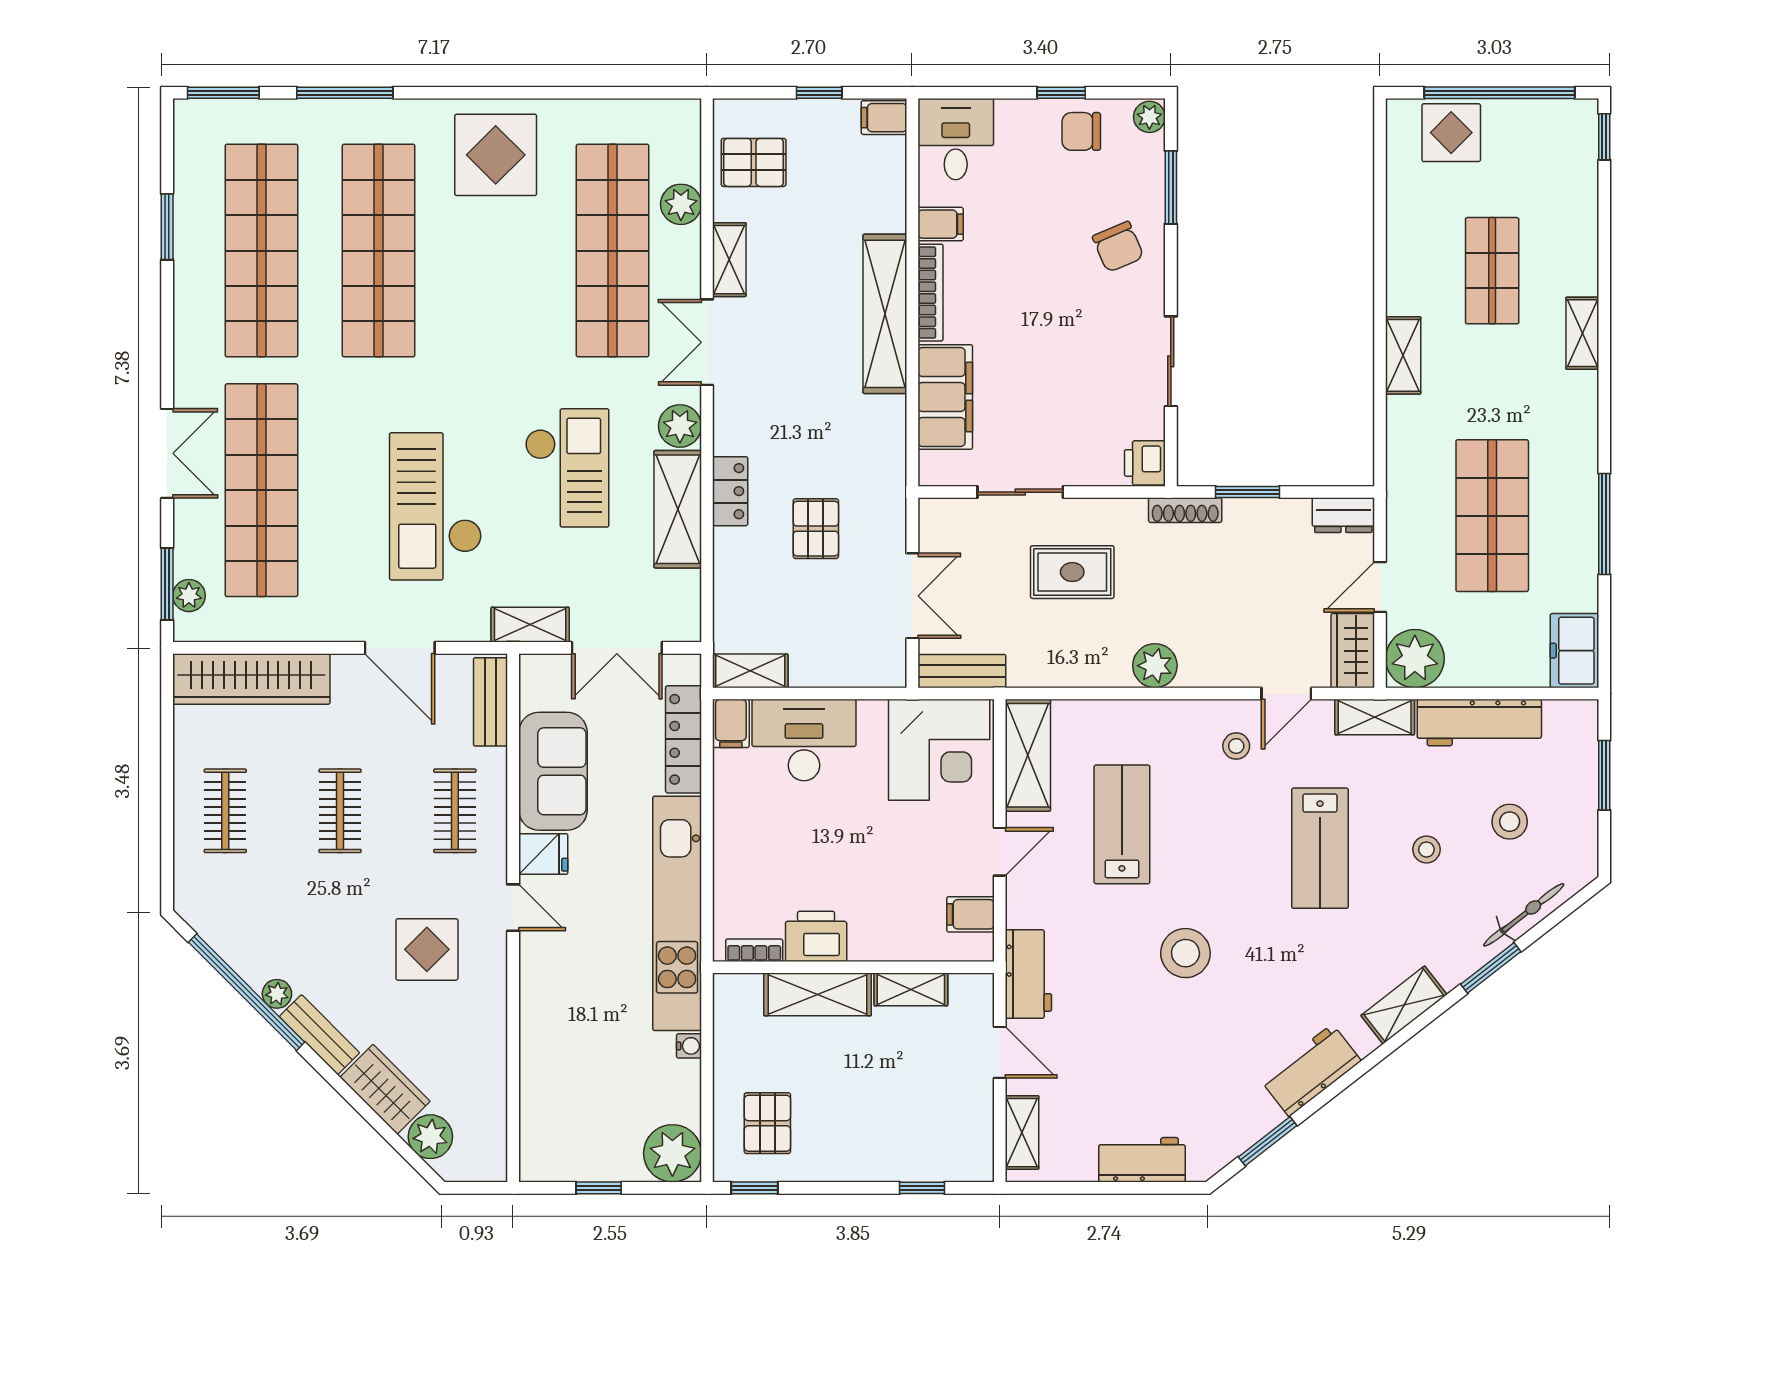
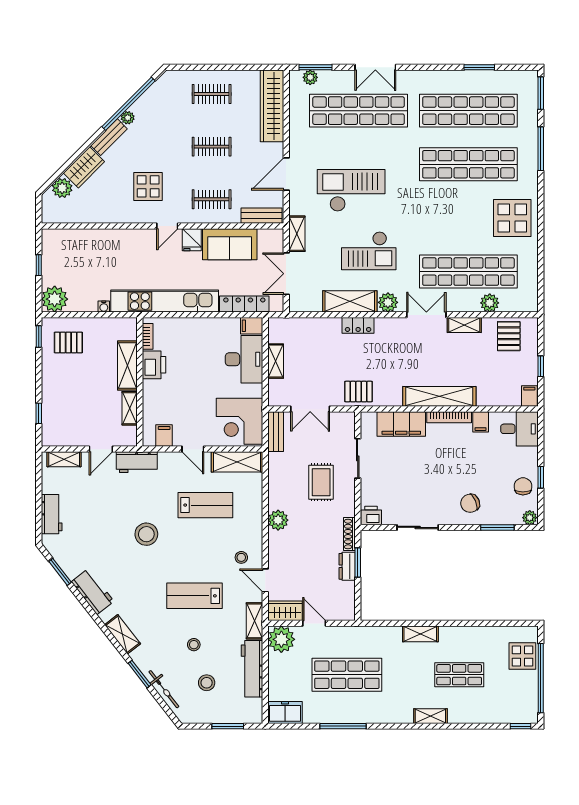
dresser: (1343, 515) -> (347, 566), moved
pallet: (816, 529) -> (358, 392), moved
shelving: (750, 671) -> (276, 361), moved

